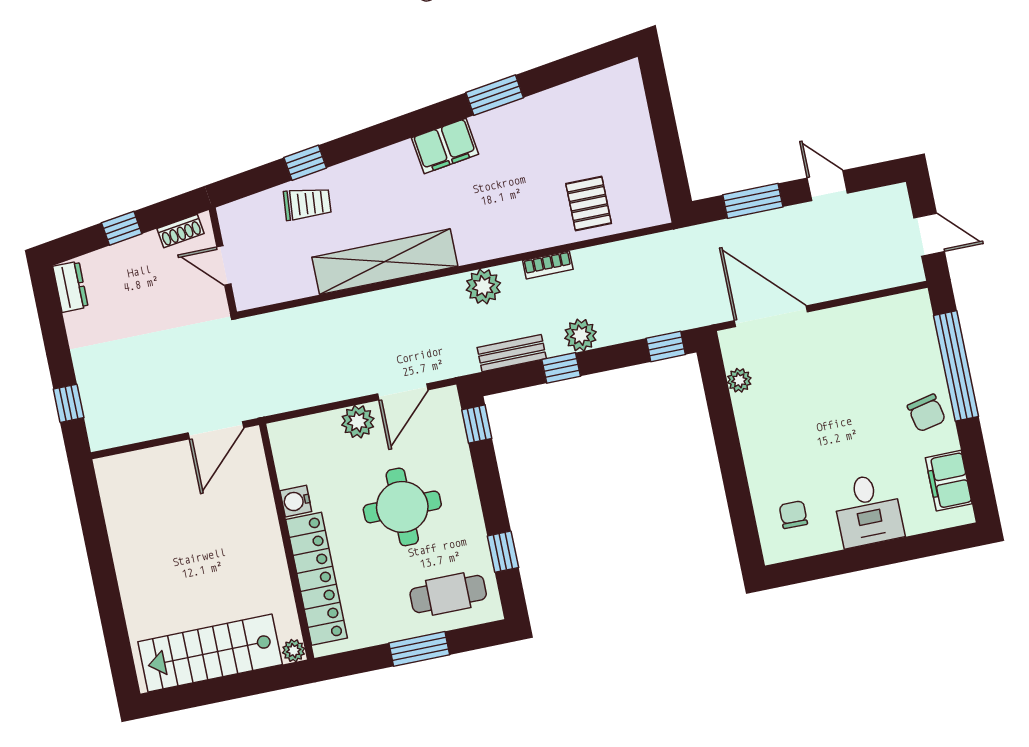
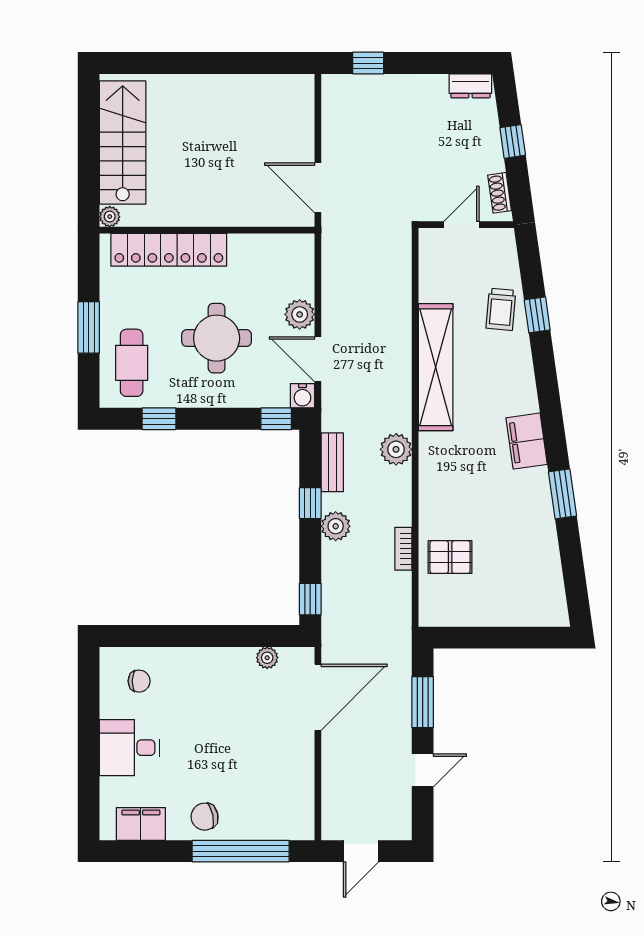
bookcase: (548, 265) -> (403, 549), moved
water cooler: (296, 501) -> (302, 396), moved, turned 180

